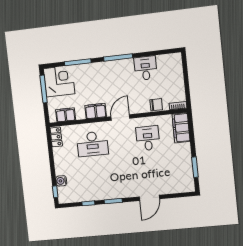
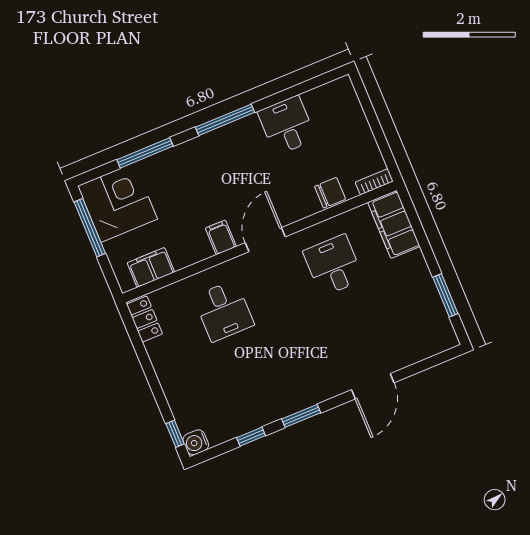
filing cabinet: (96, 111) -> (221, 237), width x0.50
desk: (92, 144) -> (224, 311), width x0.73
water cooler: (61, 181) -> (196, 442), moved

